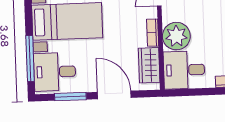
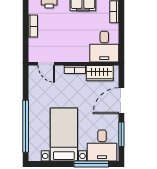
plant: (176, 36) -> (78, 51), removed

